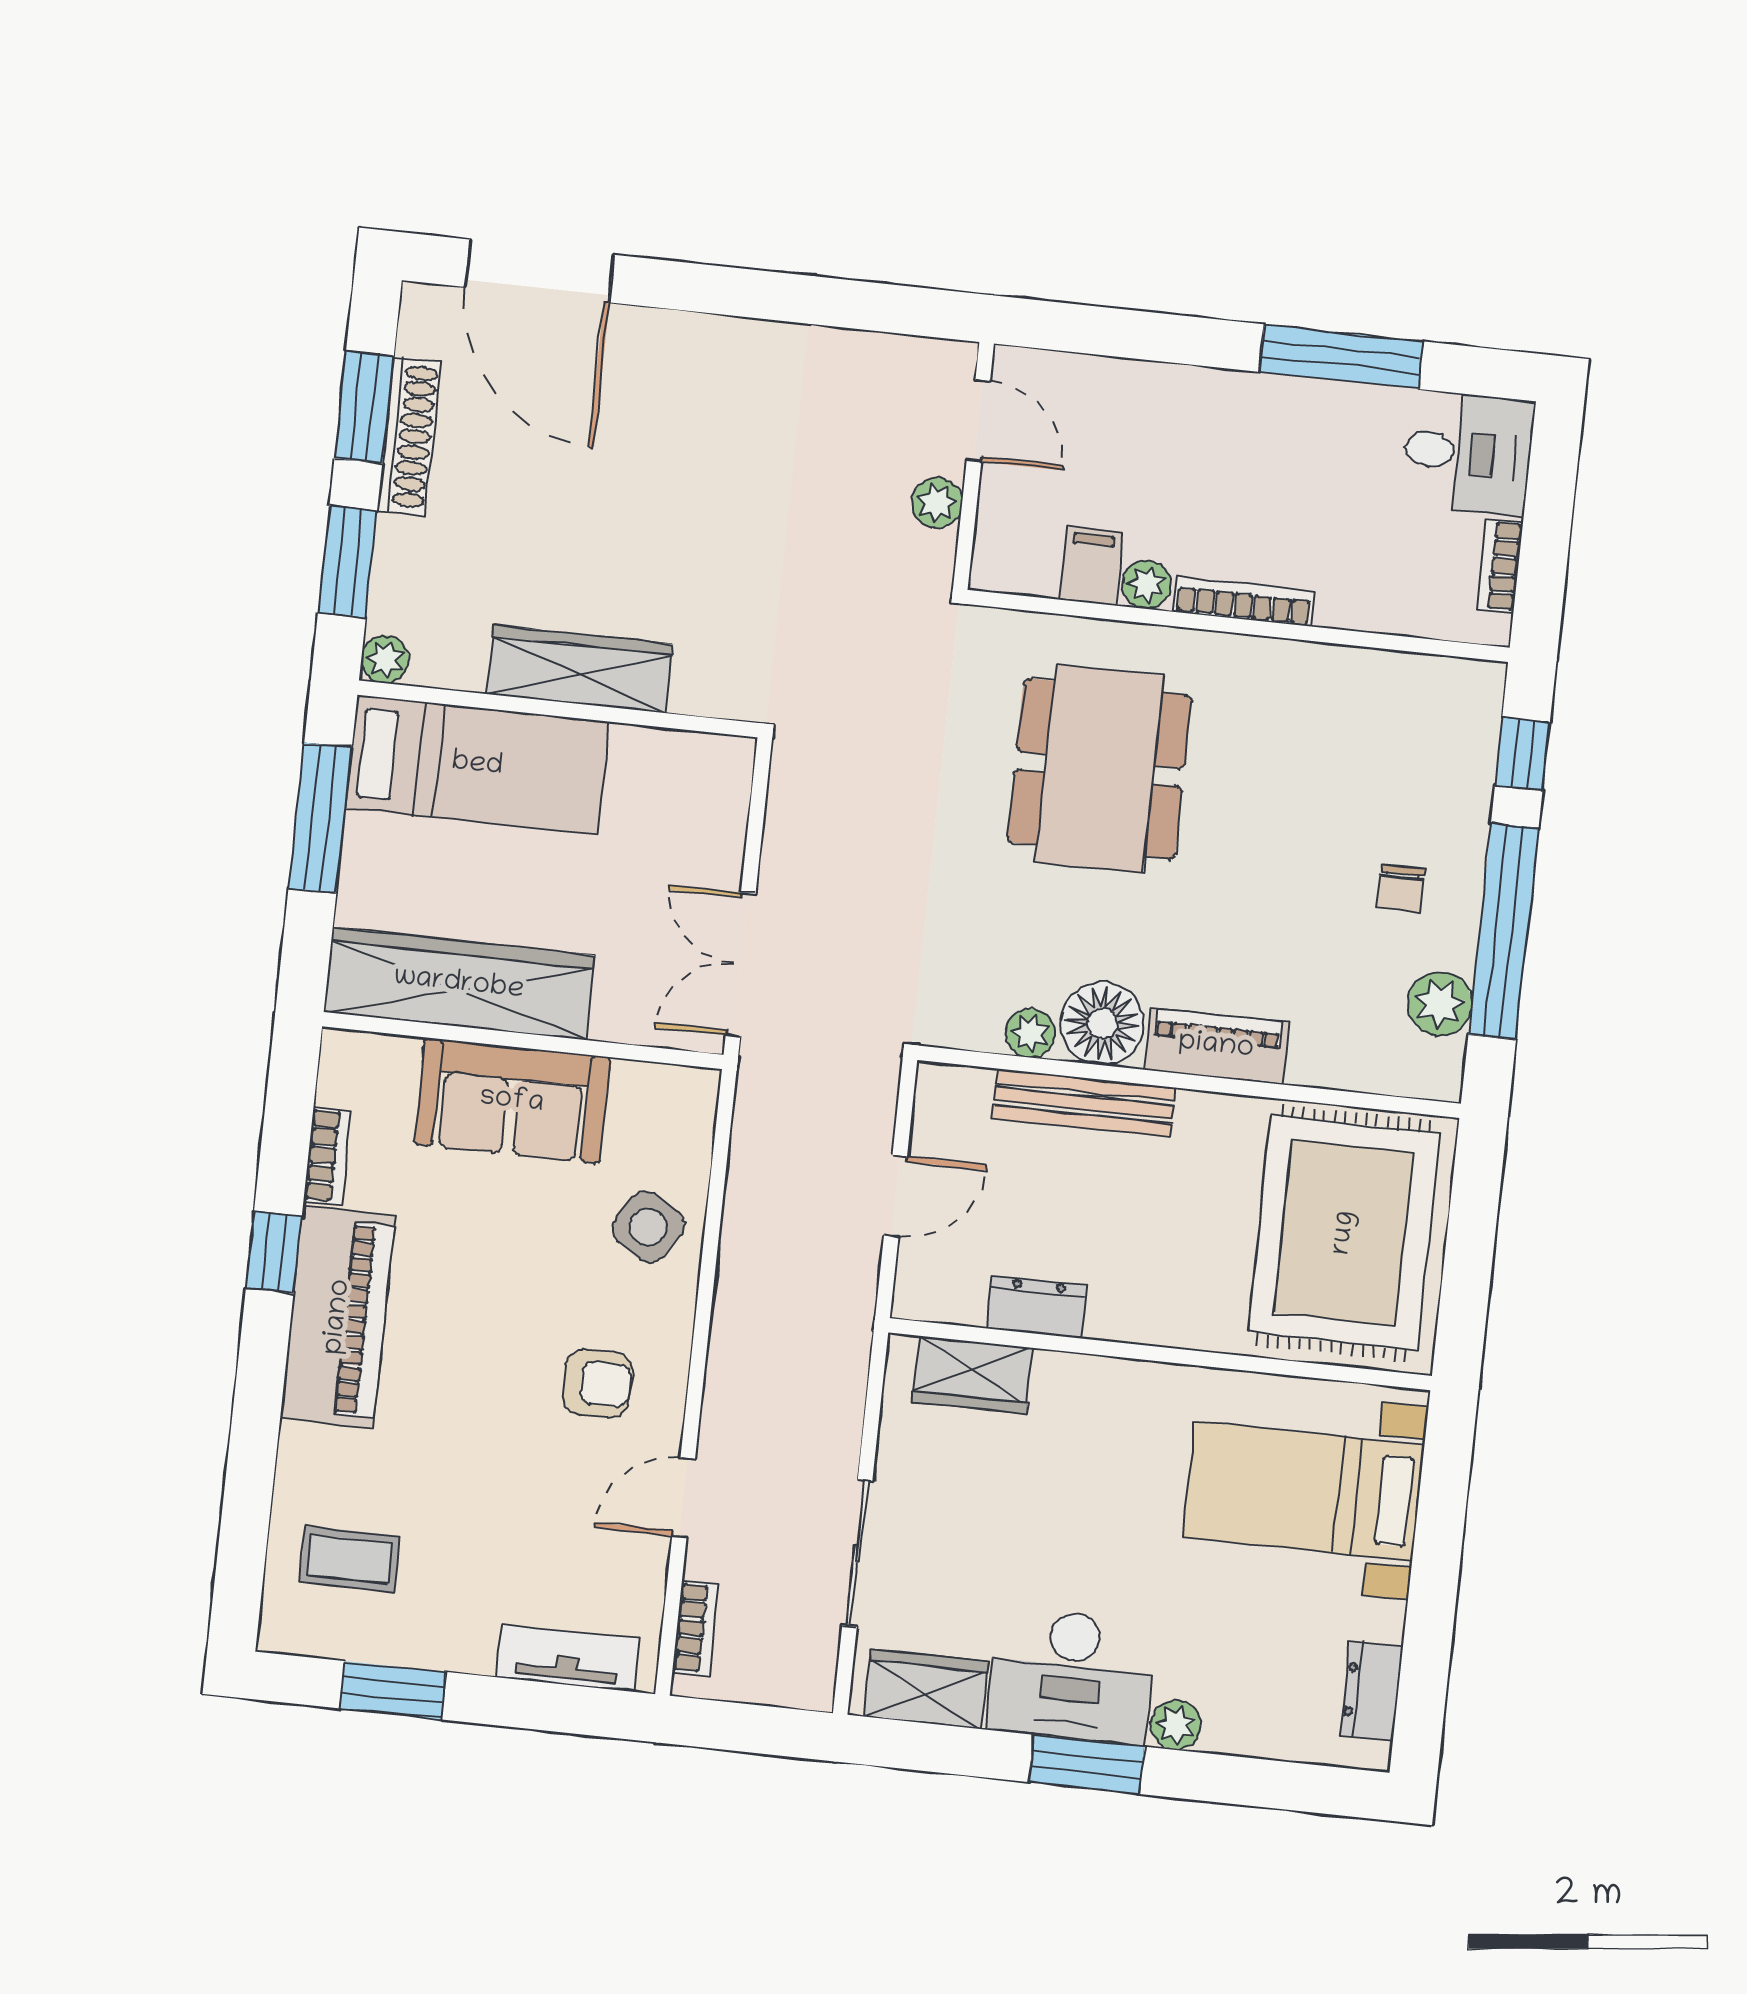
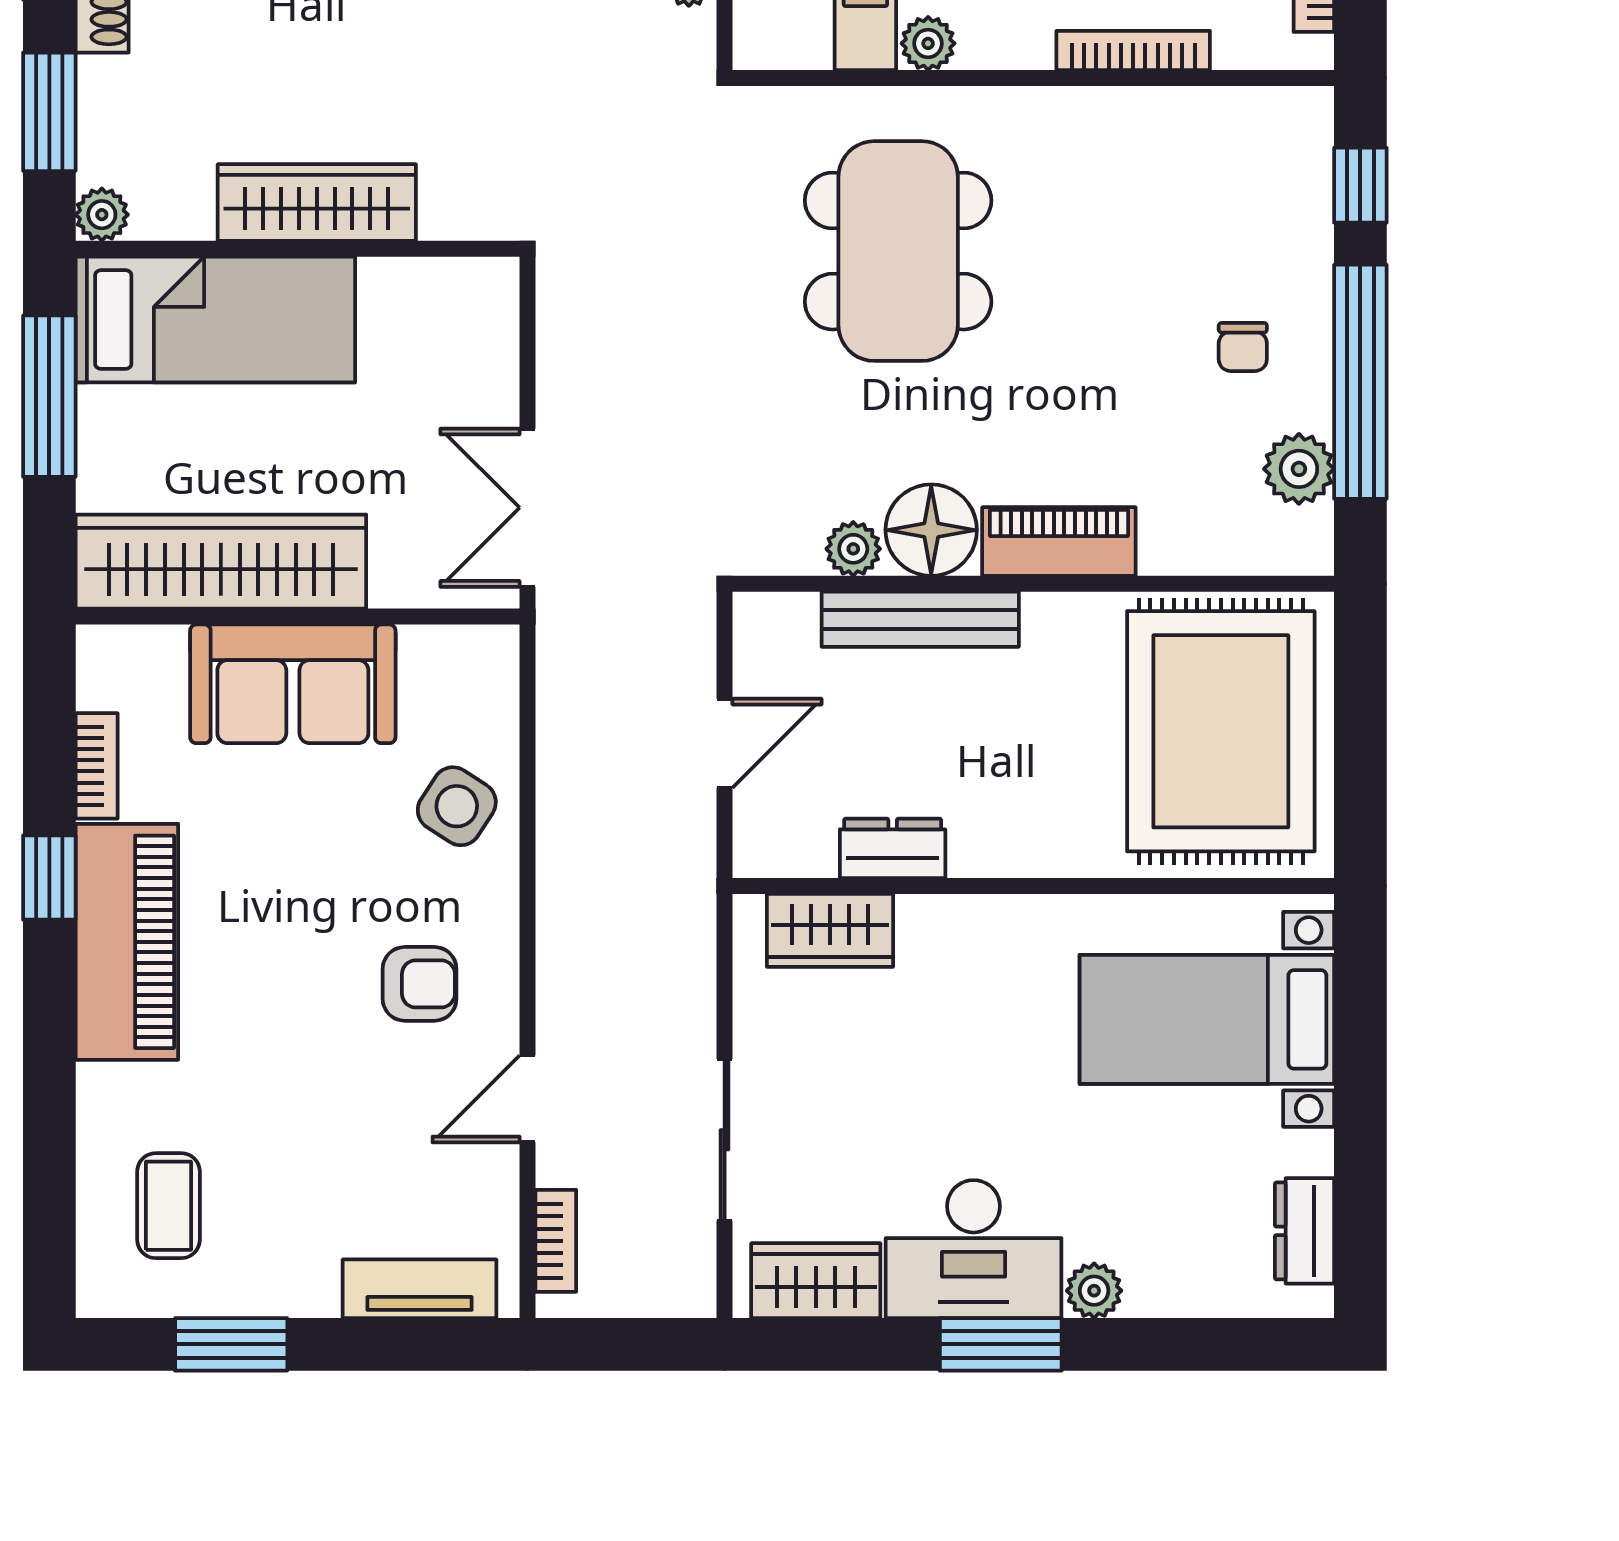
bookcase: (1244, 601) -> (1133, 50), moved
coffee table: (350, 1559) -> (168, 1206), turned 90

